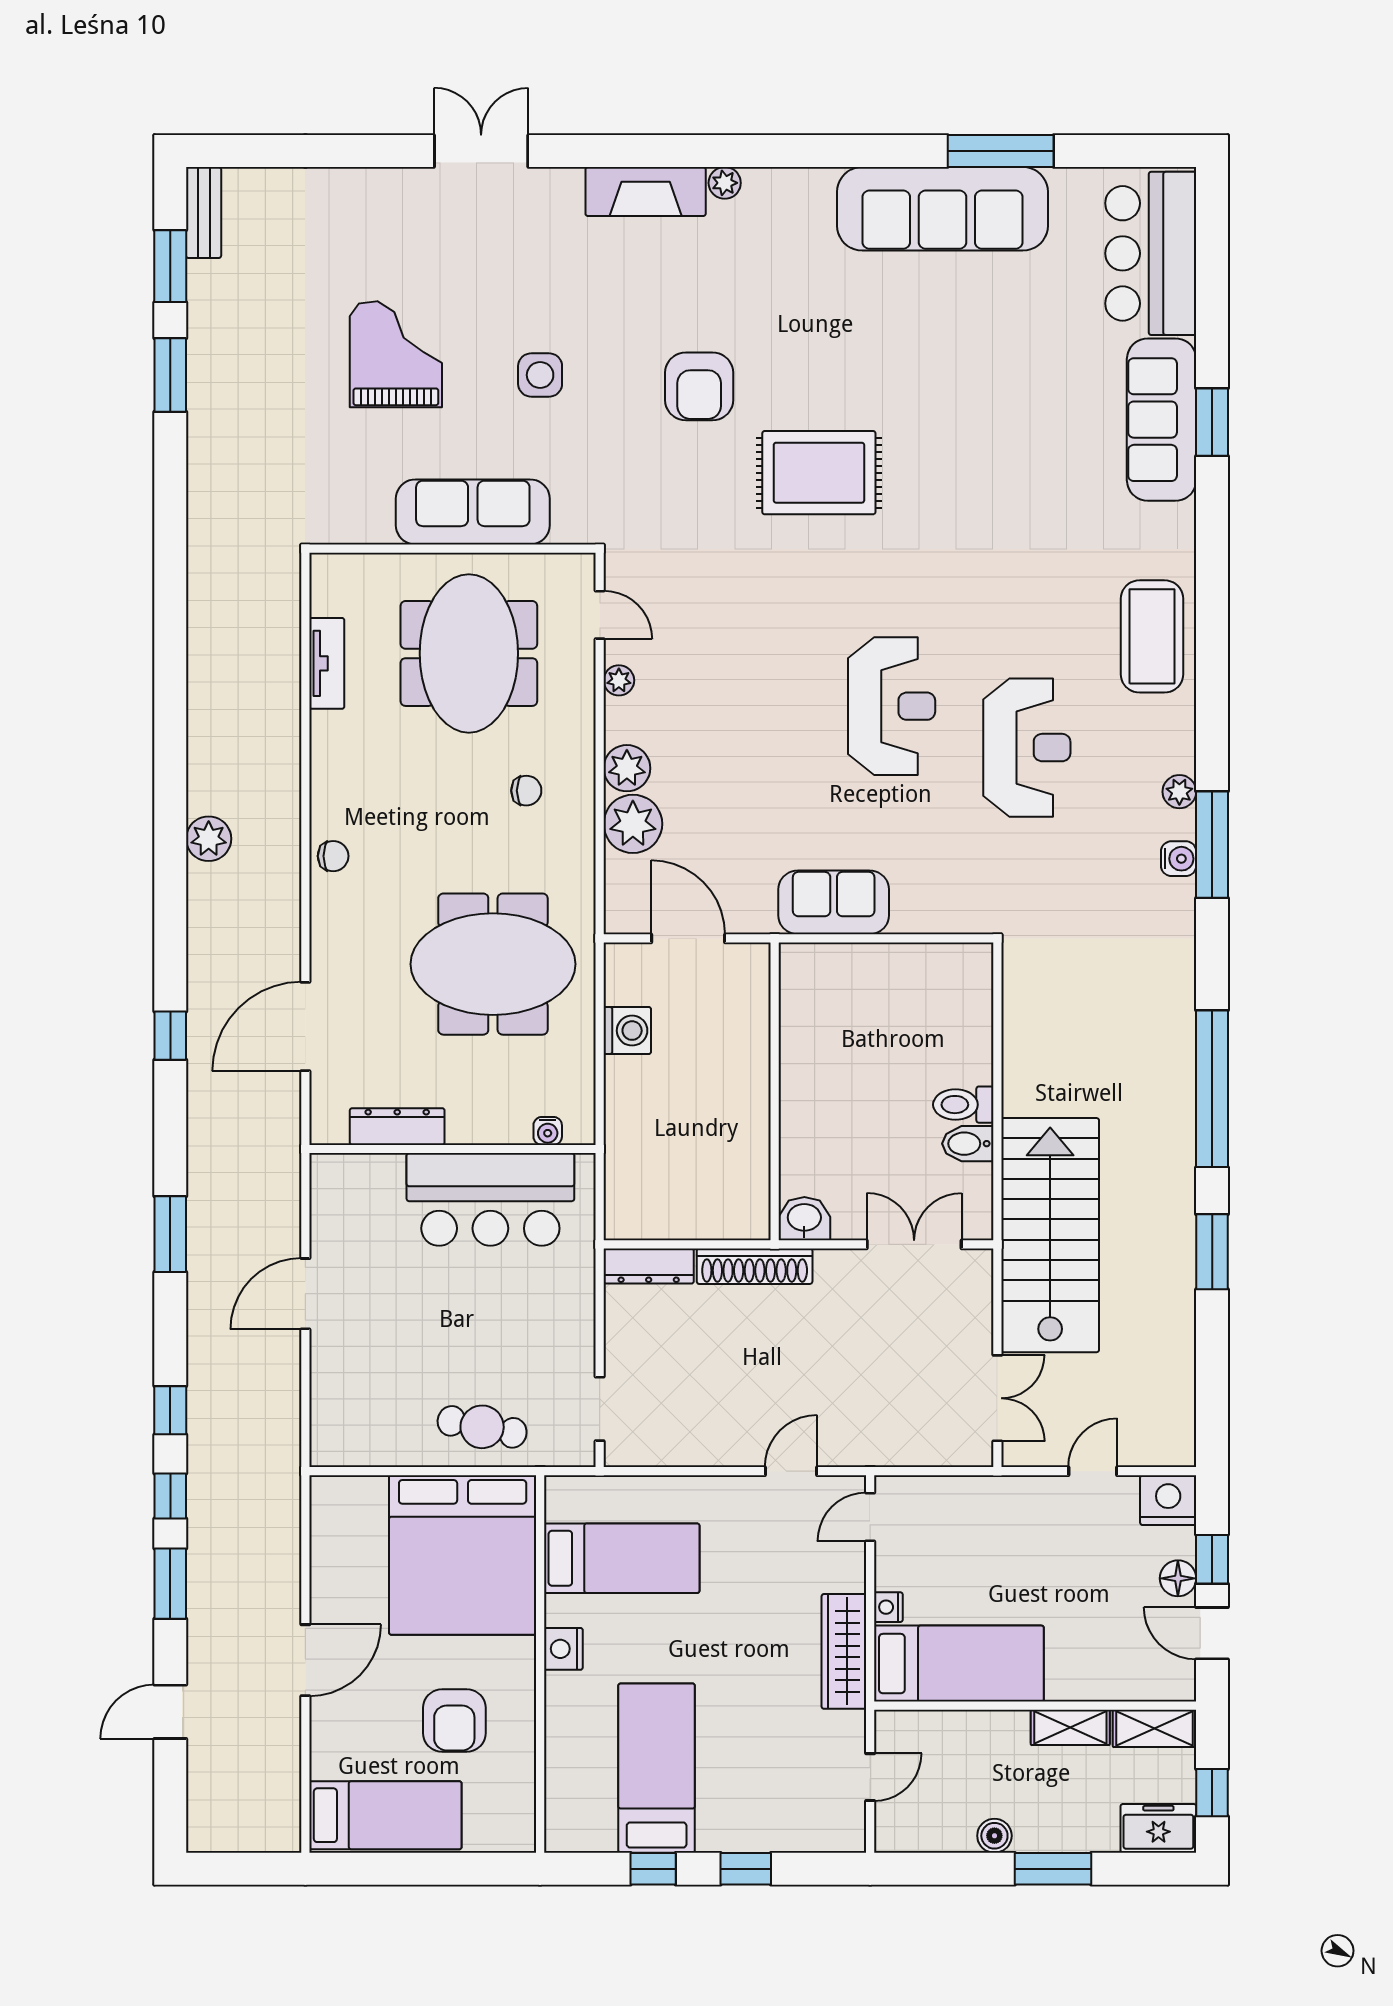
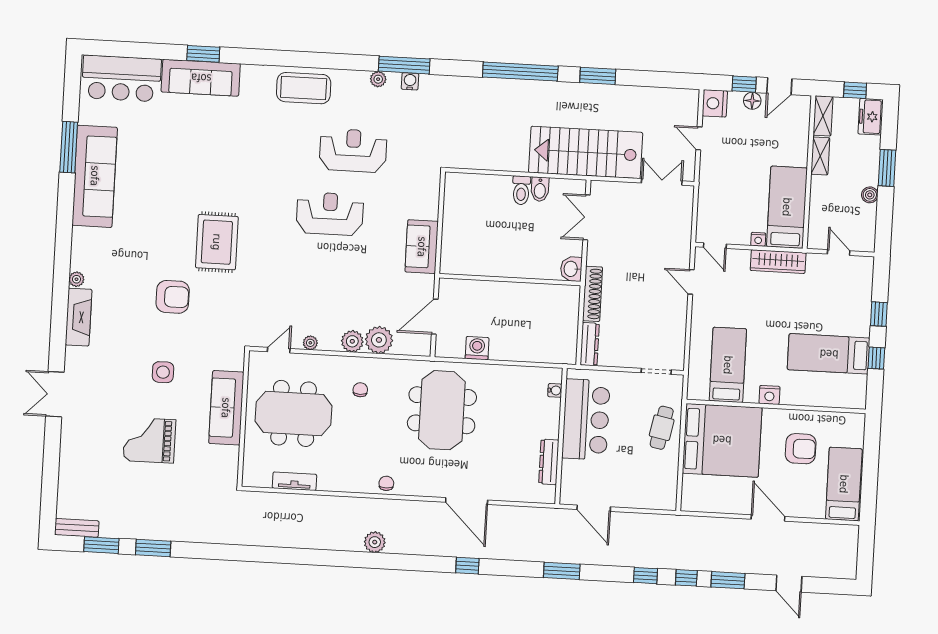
dresser: (397, 1127) -> (549, 462), moved
water cooler: (548, 1131) -> (555, 390), moved
wall: (453, 1149) -> (561, 436), moved
bar counter: (490, 1199) -> (586, 419), moved

